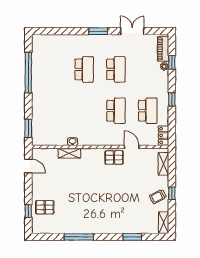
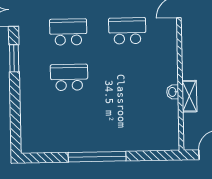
window: (28, 73) -> (97, 157), moved
window: (28, 128) -> (155, 156), removed
pallet: (114, 157) -> (194, 32), removed

